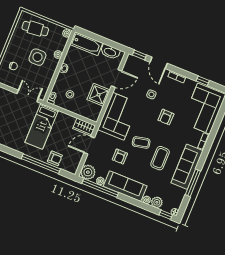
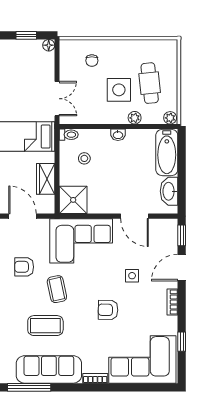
cafe table: (35, 29) -> (150, 83), moved
shower: (99, 95) -> (73, 200), moved
wardrobe: (84, 127) -> (46, 179), moved

